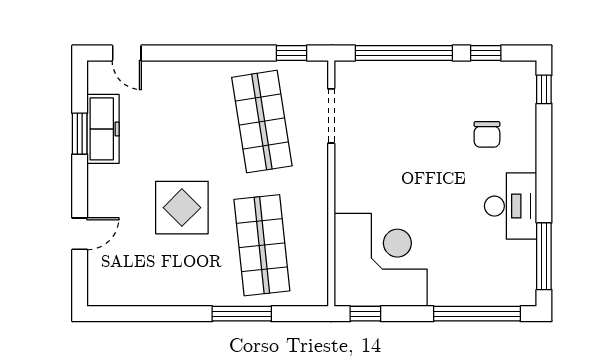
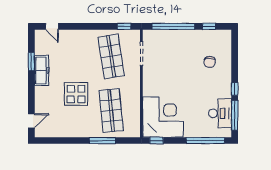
window: (544, 89) -> (235, 89), moved
freezer: (103, 129) -> (42, 70), moved
desk: (511, 206) -> (220, 113), moved
door: (80, 234) -> (31, 121), moved

